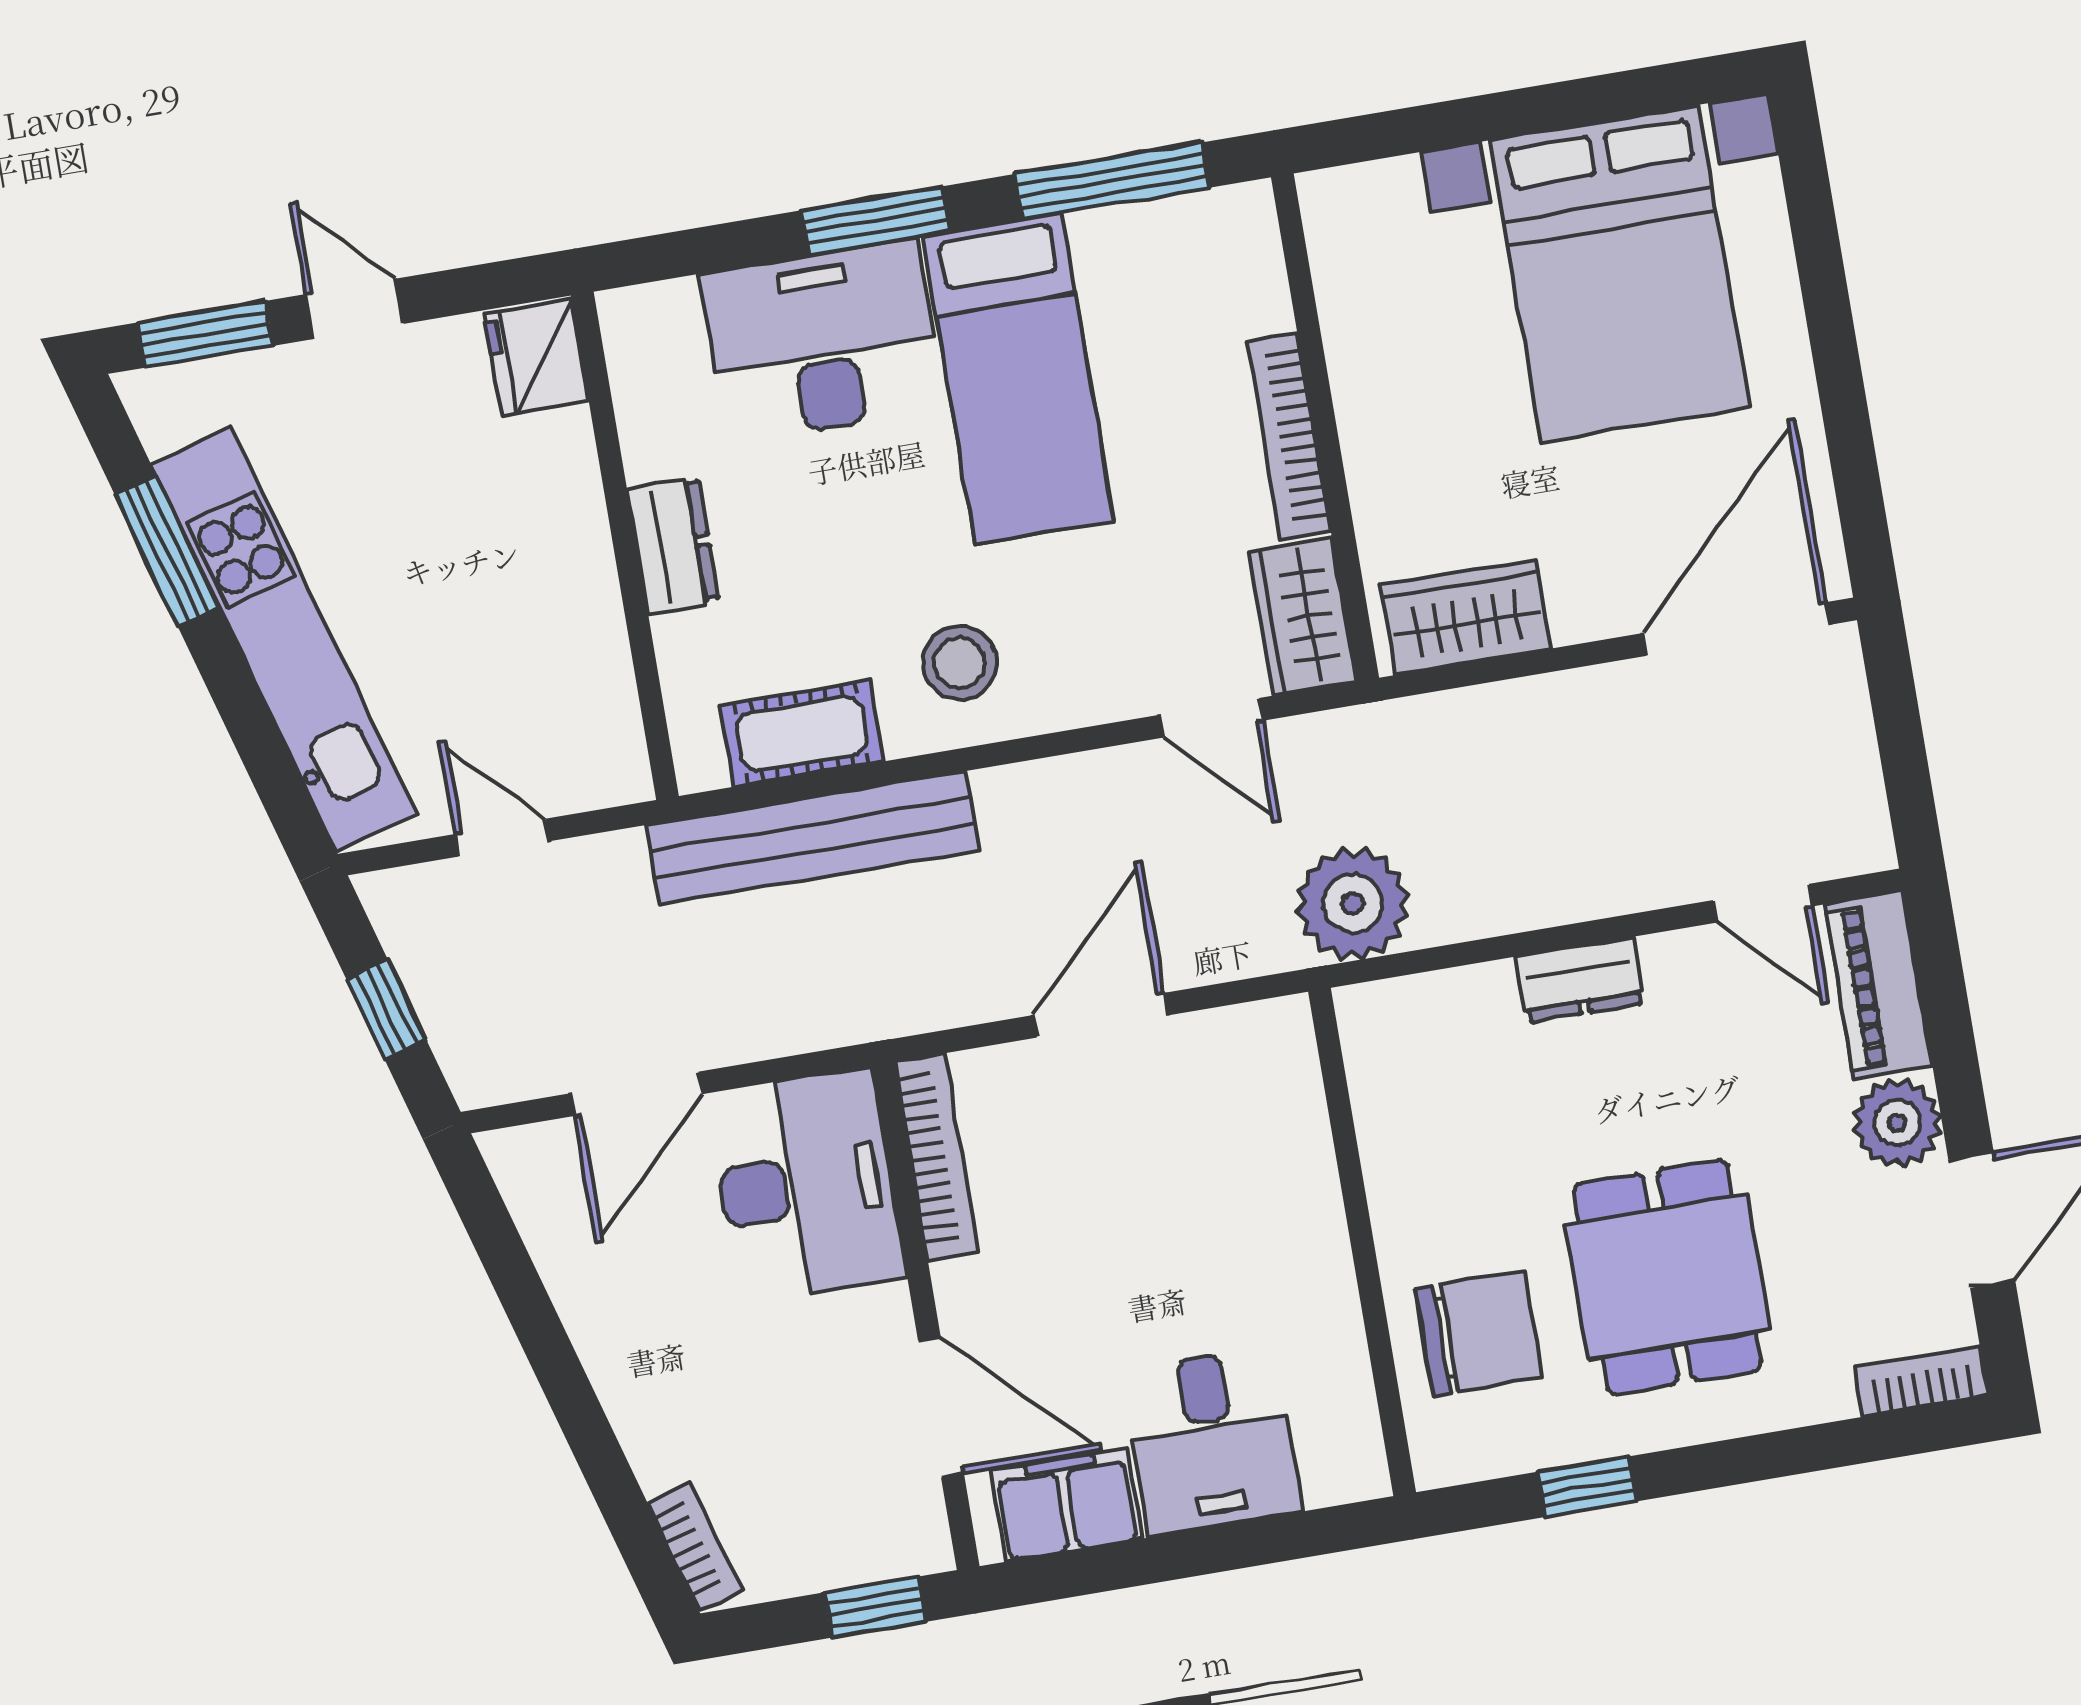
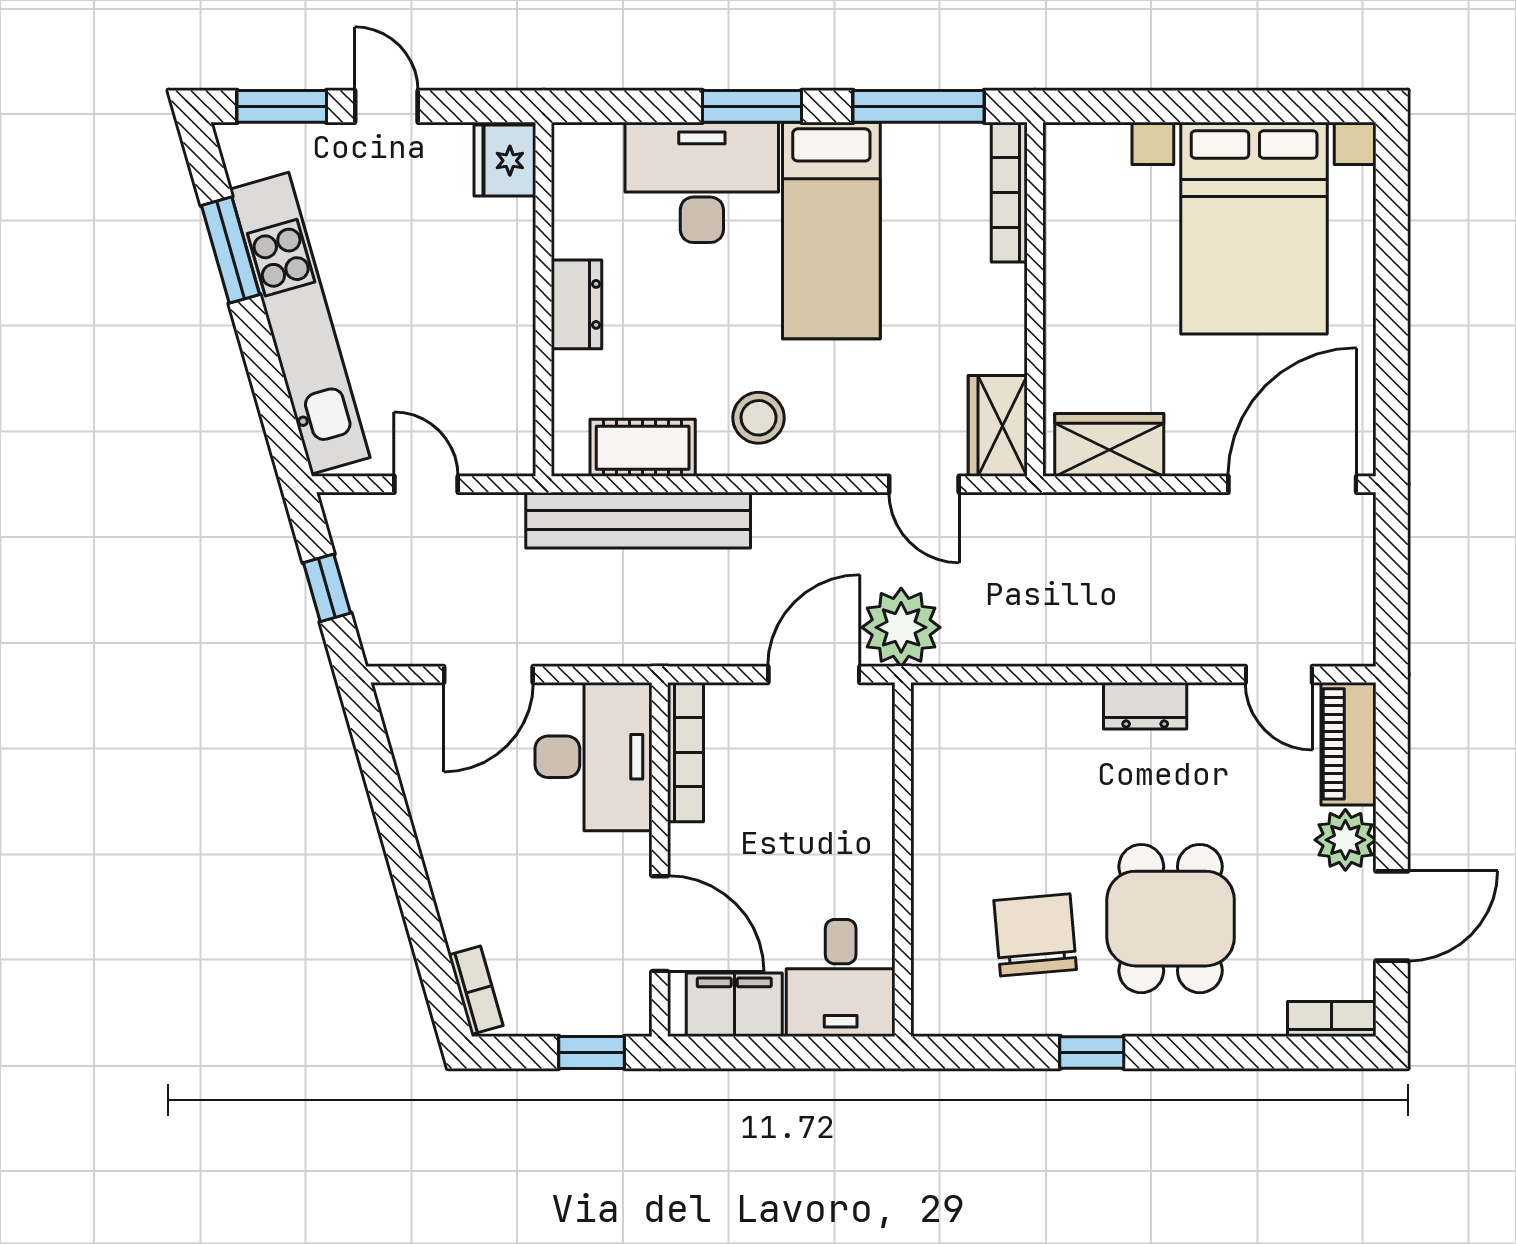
bookcase: (1289, 436) -> (1009, 192), moved
plant: (1353, 904) -> (901, 627), moved
wall: (1362, 1242) -> (903, 860), moved
chair: (1478, 1333) -> (1035, 935), turned -95

